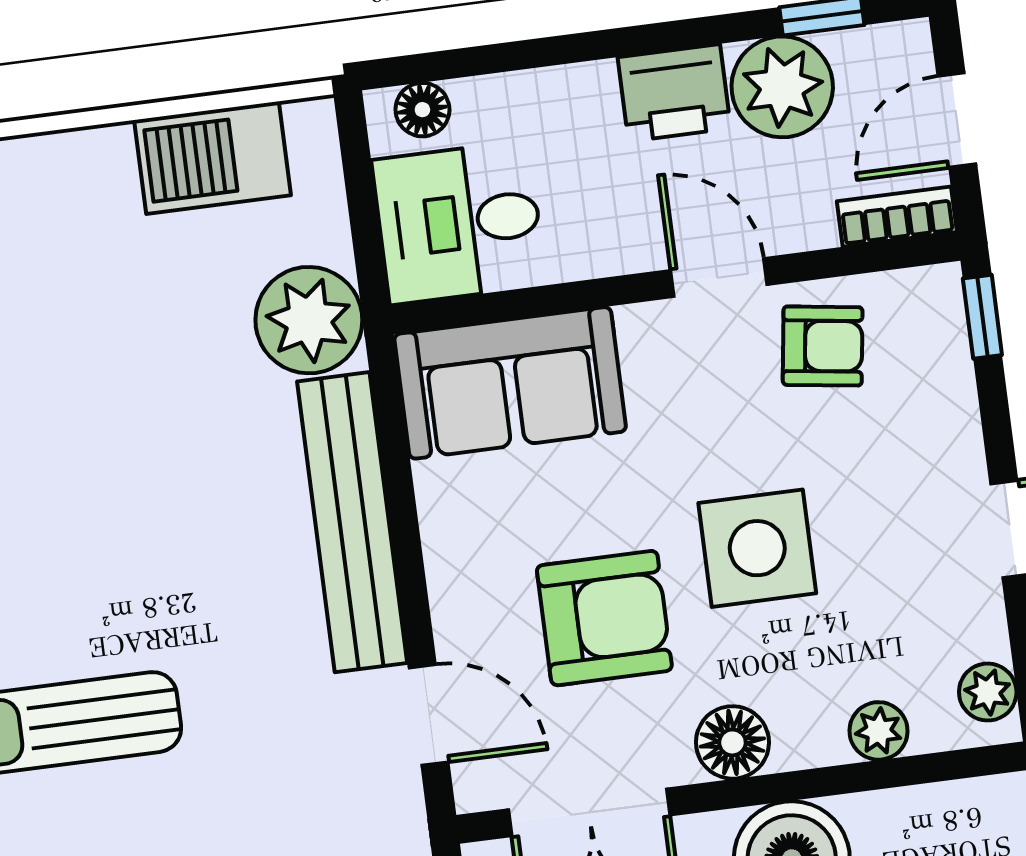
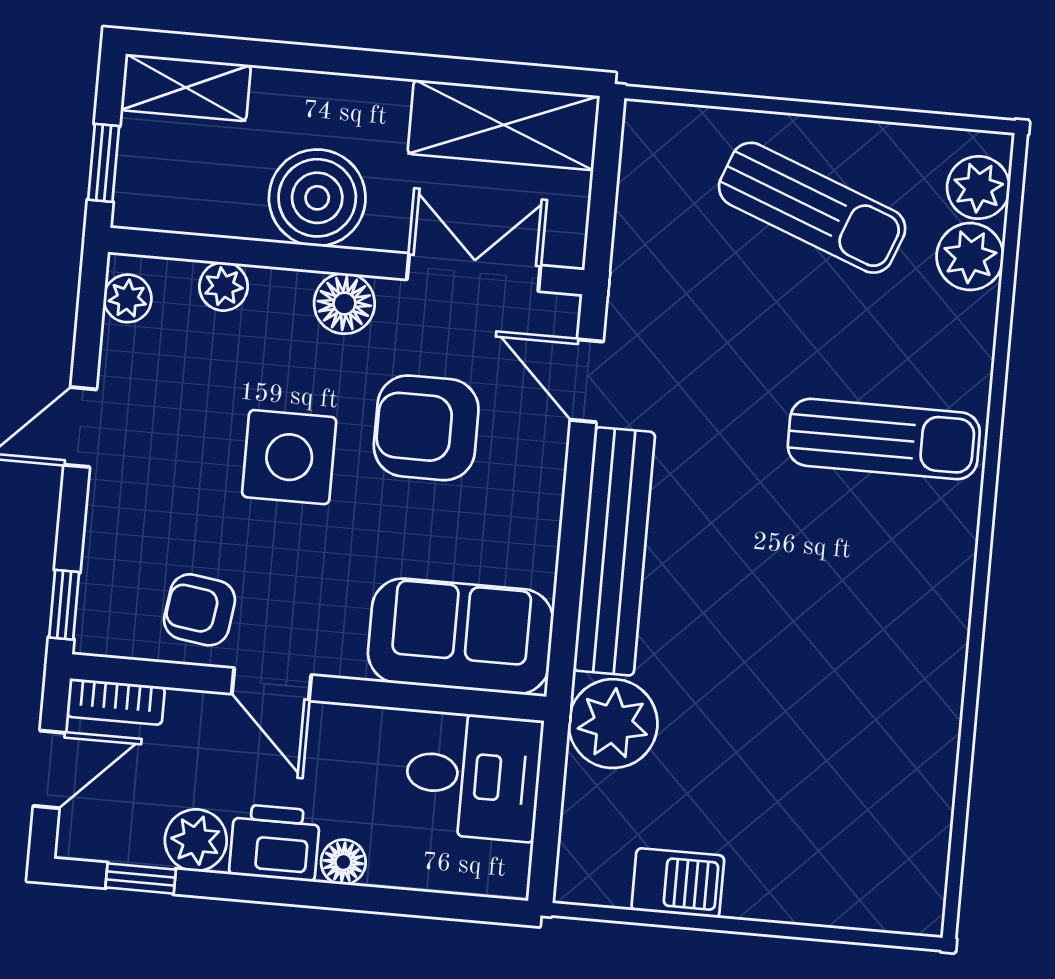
plant: (782, 87) -> (196, 840), width x0.73, depth x0.73
floor lamp: (422, 110) -> (343, 862), moved
barbecue: (213, 158) -> (678, 883), width x0.73, depth x0.79

